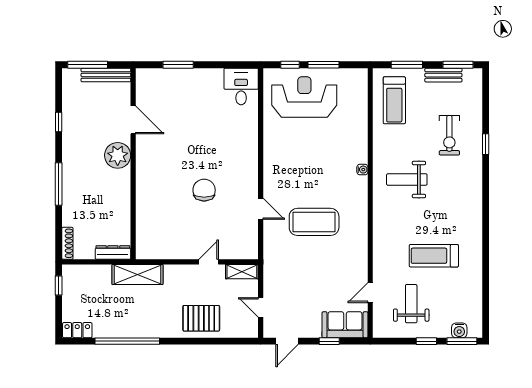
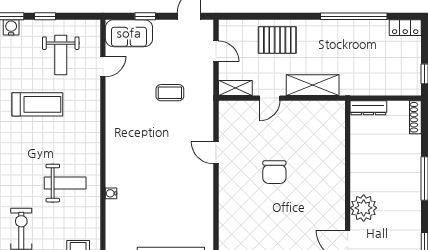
coffee table: (314, 222) -> (170, 93), moved, width x0.54, depth x0.58
shelving: (137, 274) -> (313, 85), moved

